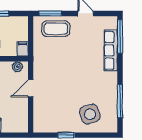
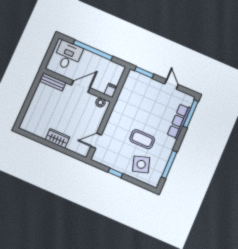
coffee table: (56, 29) -> (142, 139), moved
door: (31, 88) -> (96, 141), moved

